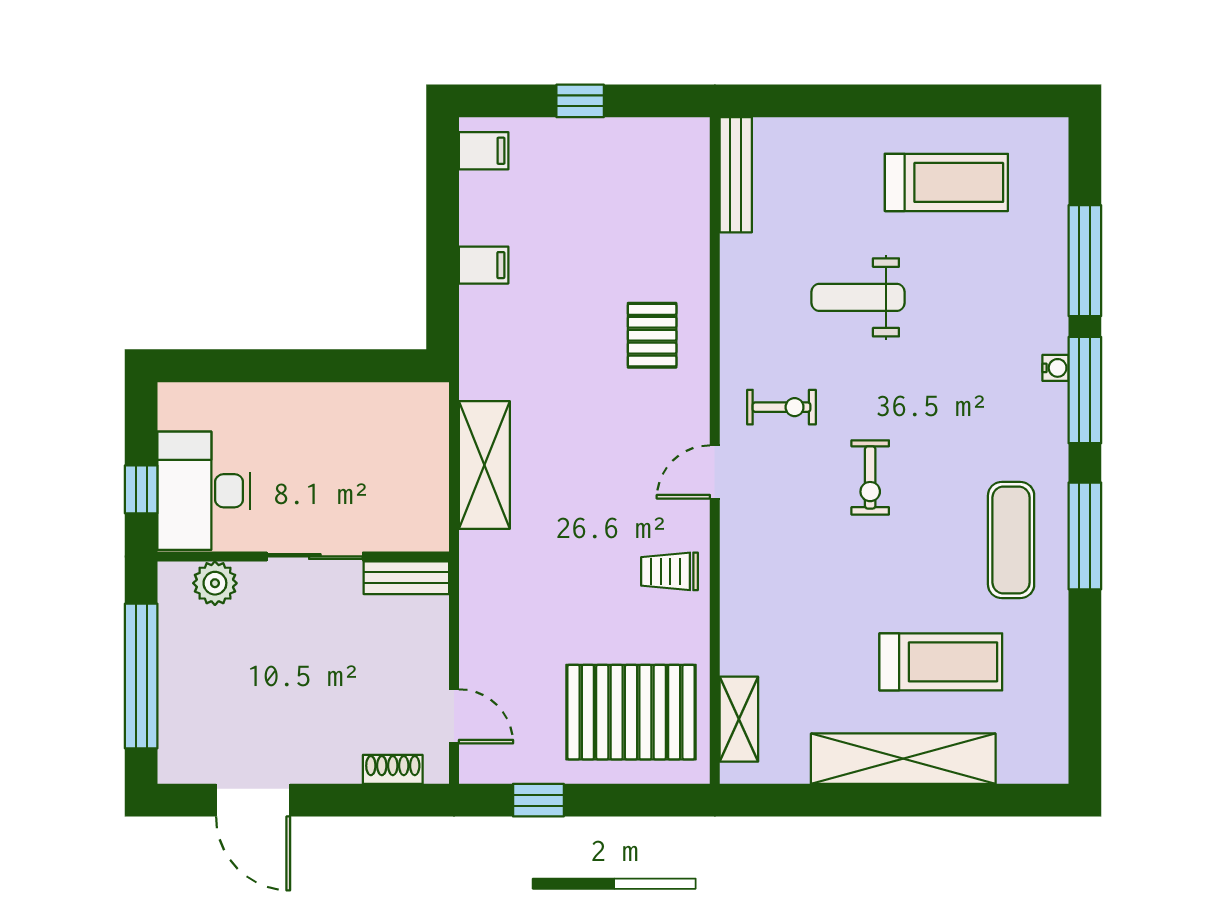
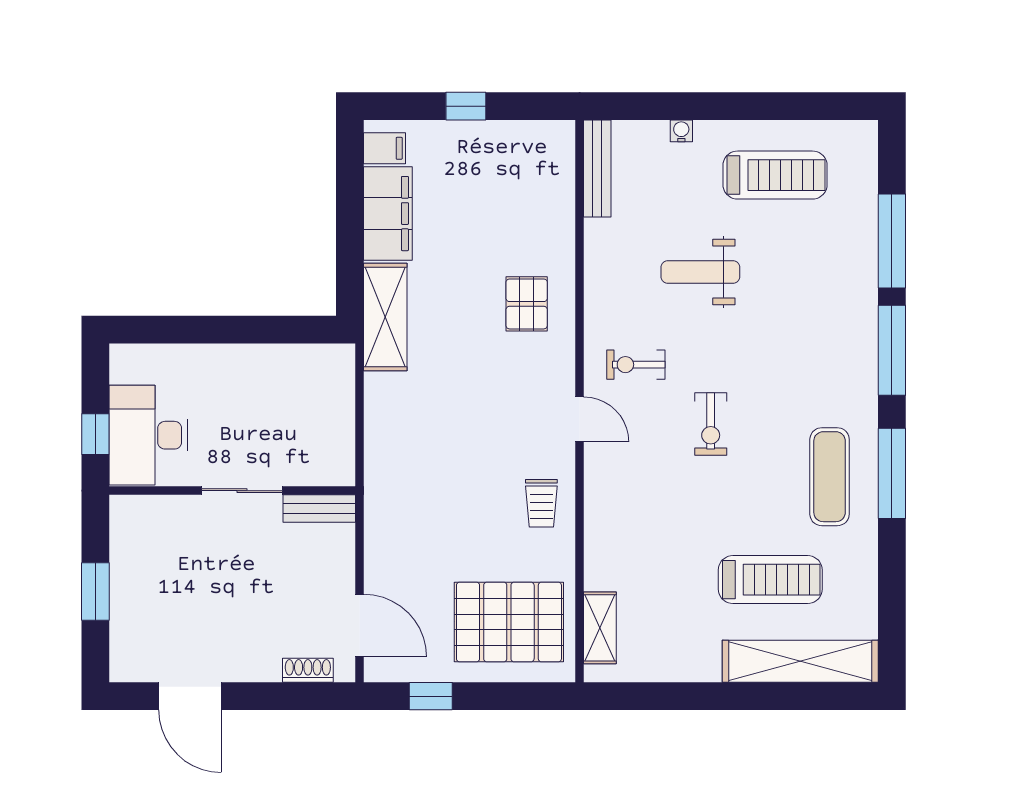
filing cabinet: (484, 265) -> (388, 214), width x3.00, depth x1.17
water cooler: (1055, 368) -> (681, 131), moved, turned -90
exercise bike: (781, 407) -> (636, 365), turned 180
shelving: (484, 465) -> (385, 317), moved
door: (715, 472) -> (580, 419), swing flipped
trolley: (669, 571) -> (541, 503), turned -90
plant: (215, 583) -> (158, 513), removed
window: (141, 676) -> (95, 591), width x0.47
door: (454, 716) -> (360, 626), width x1.38
shelving: (903, 759) -> (800, 661), moved

